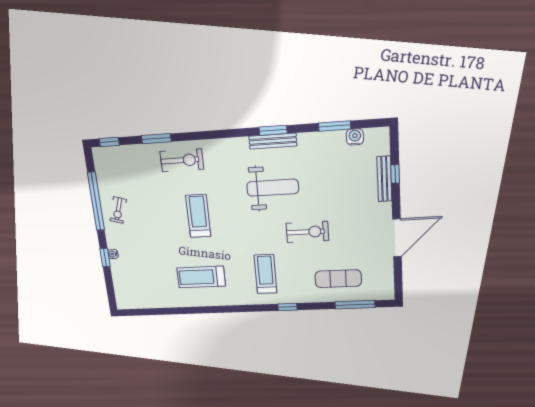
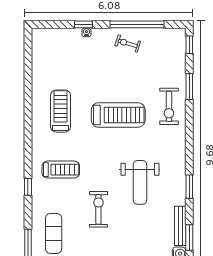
bench: (273, 141) -> (180, 226), moved
treadmill: (198, 216) -> (118, 115), width x1.37, depth x1.38
exercise bike: (307, 232) -> (98, 209), turned 180

